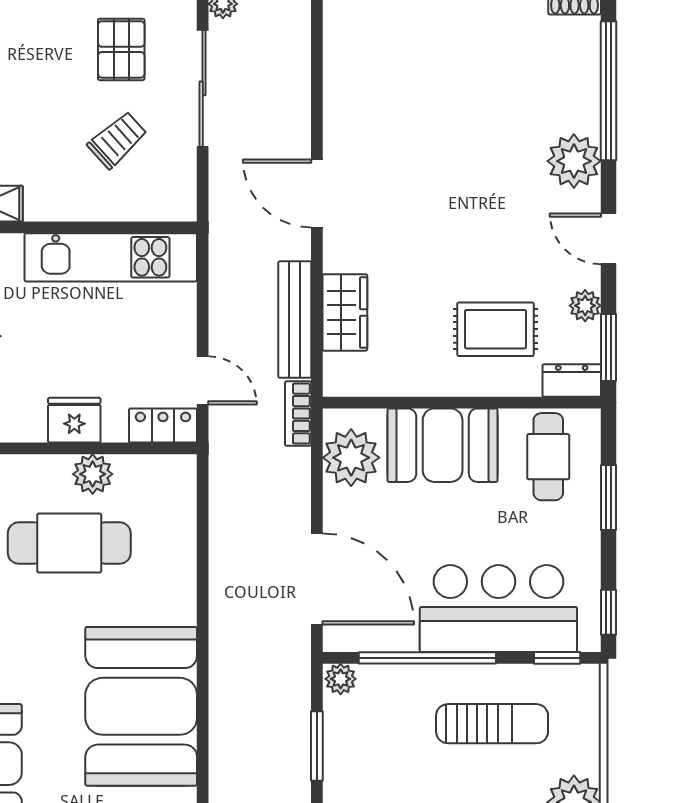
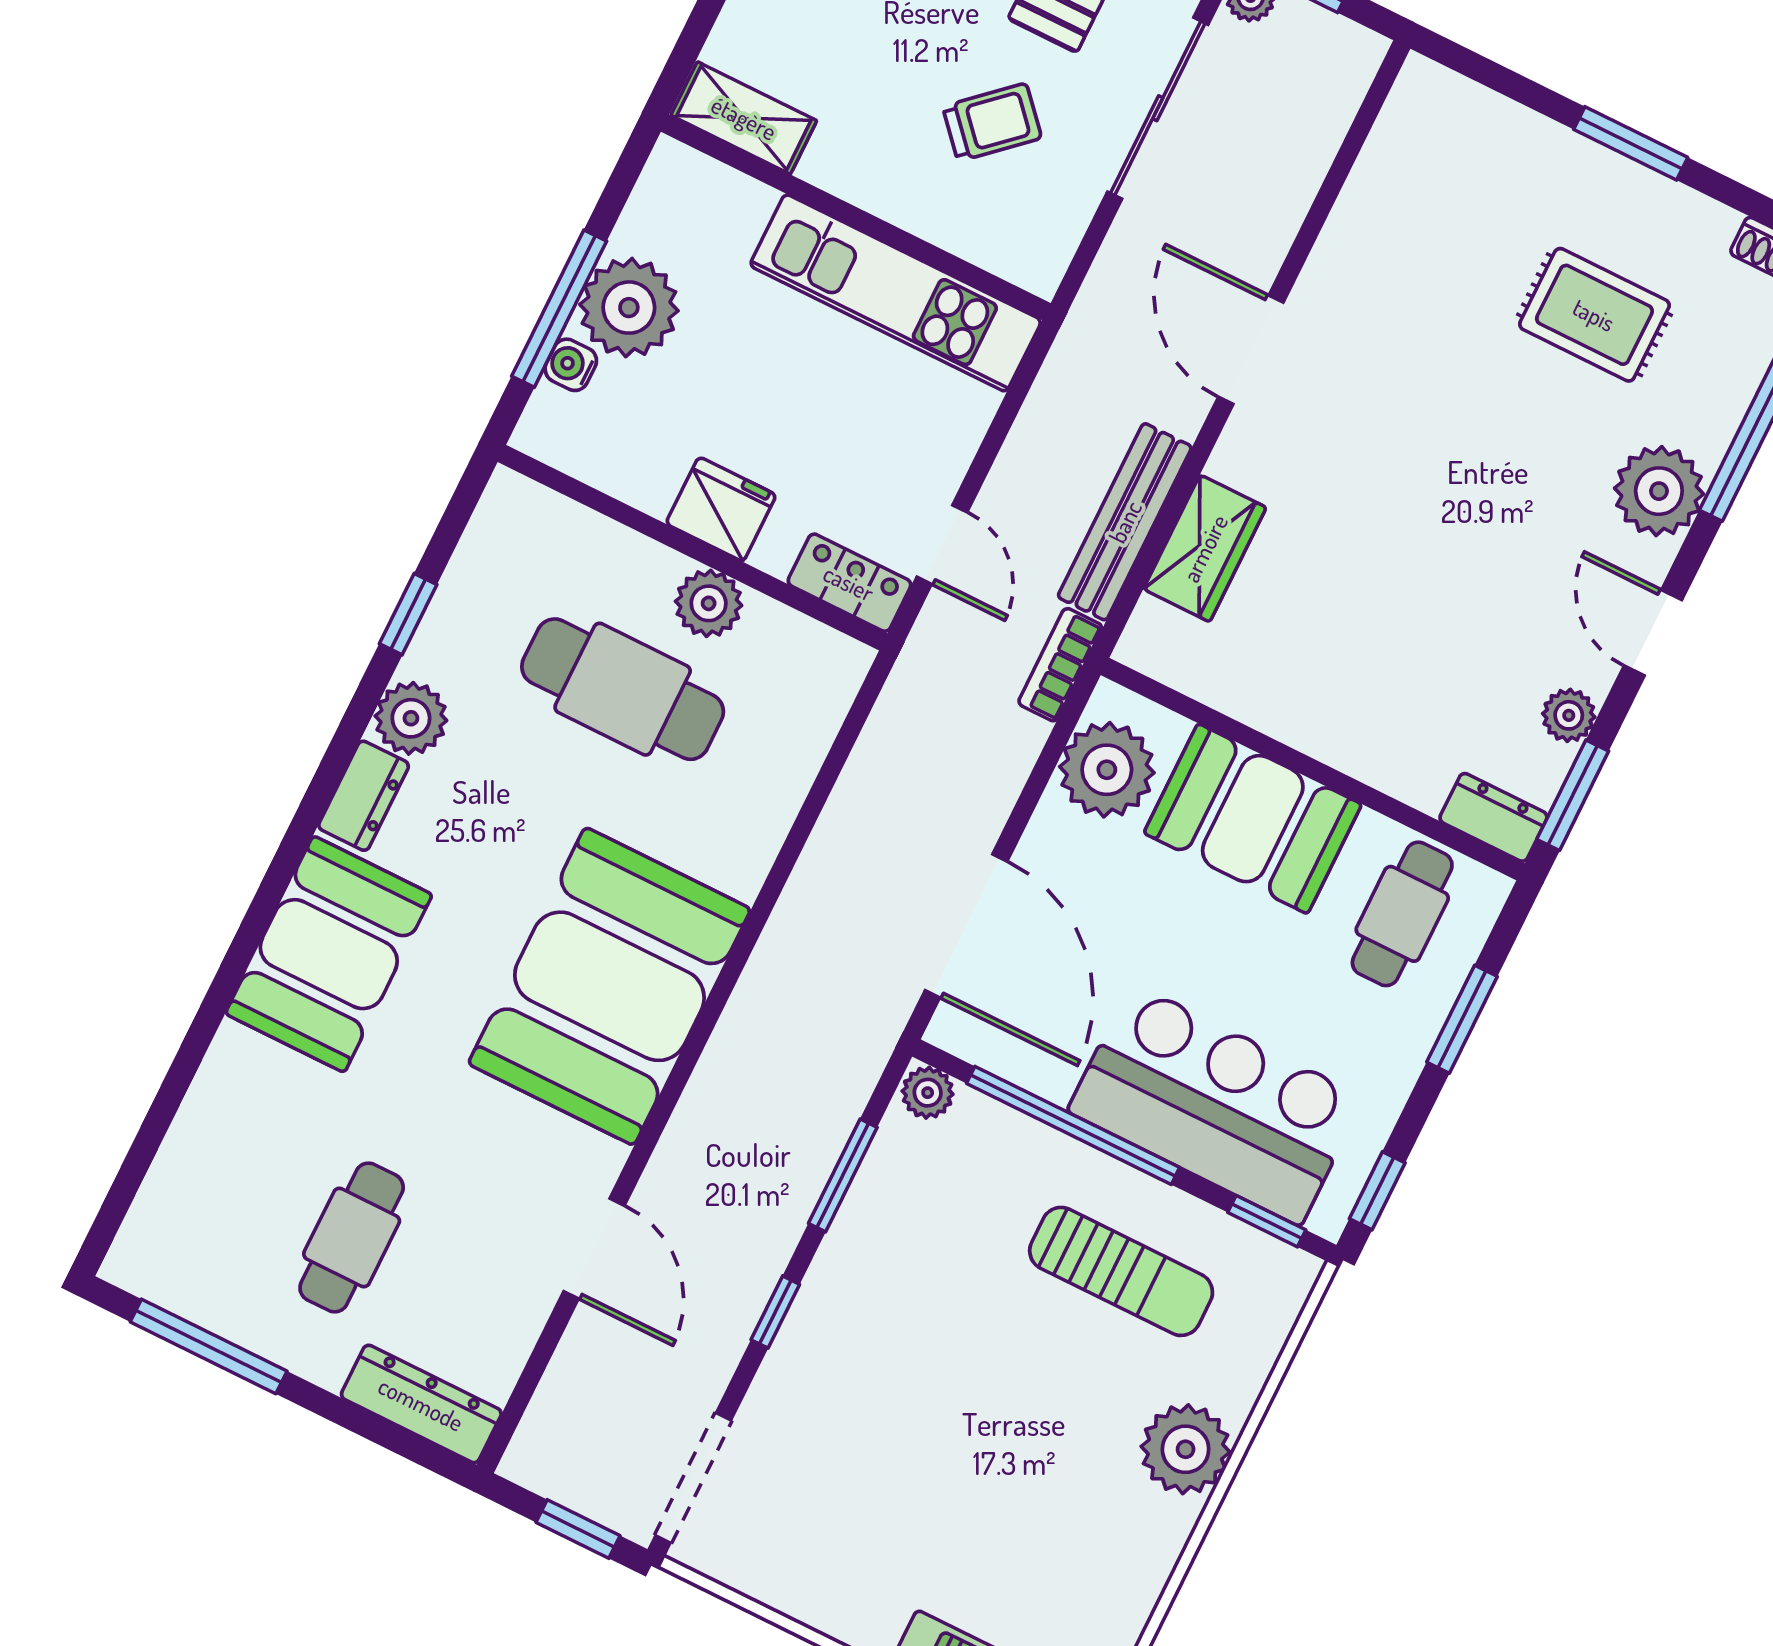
rug: (495, 329) -> (1594, 315), moved

